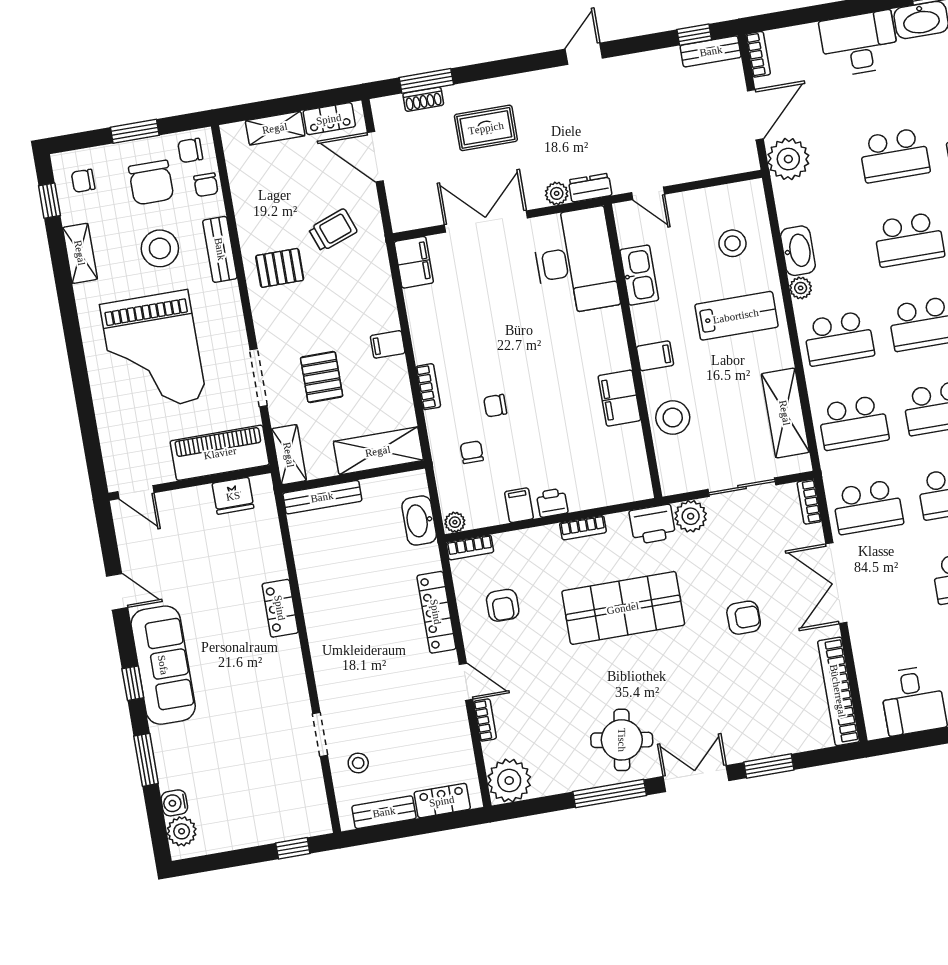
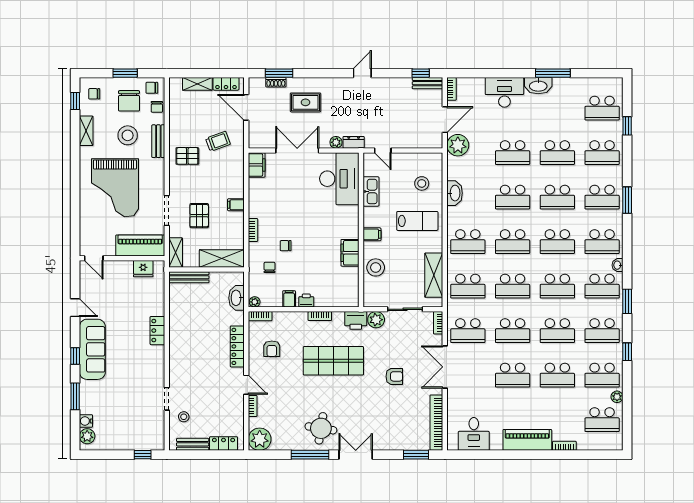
plant: (801, 288) -> (453, 212), removed
window: (769, 766) -> (416, 455), moved

